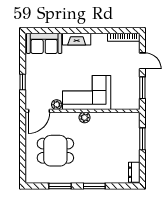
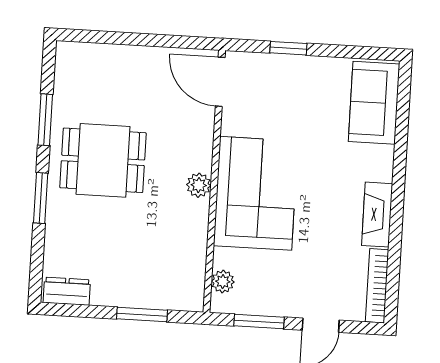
fireplace: (77, 39) -> (377, 215), moved
plant: (57, 105) -> (223, 281), moved
dining table: (55, 151) -> (103, 160), moved, turned 90

